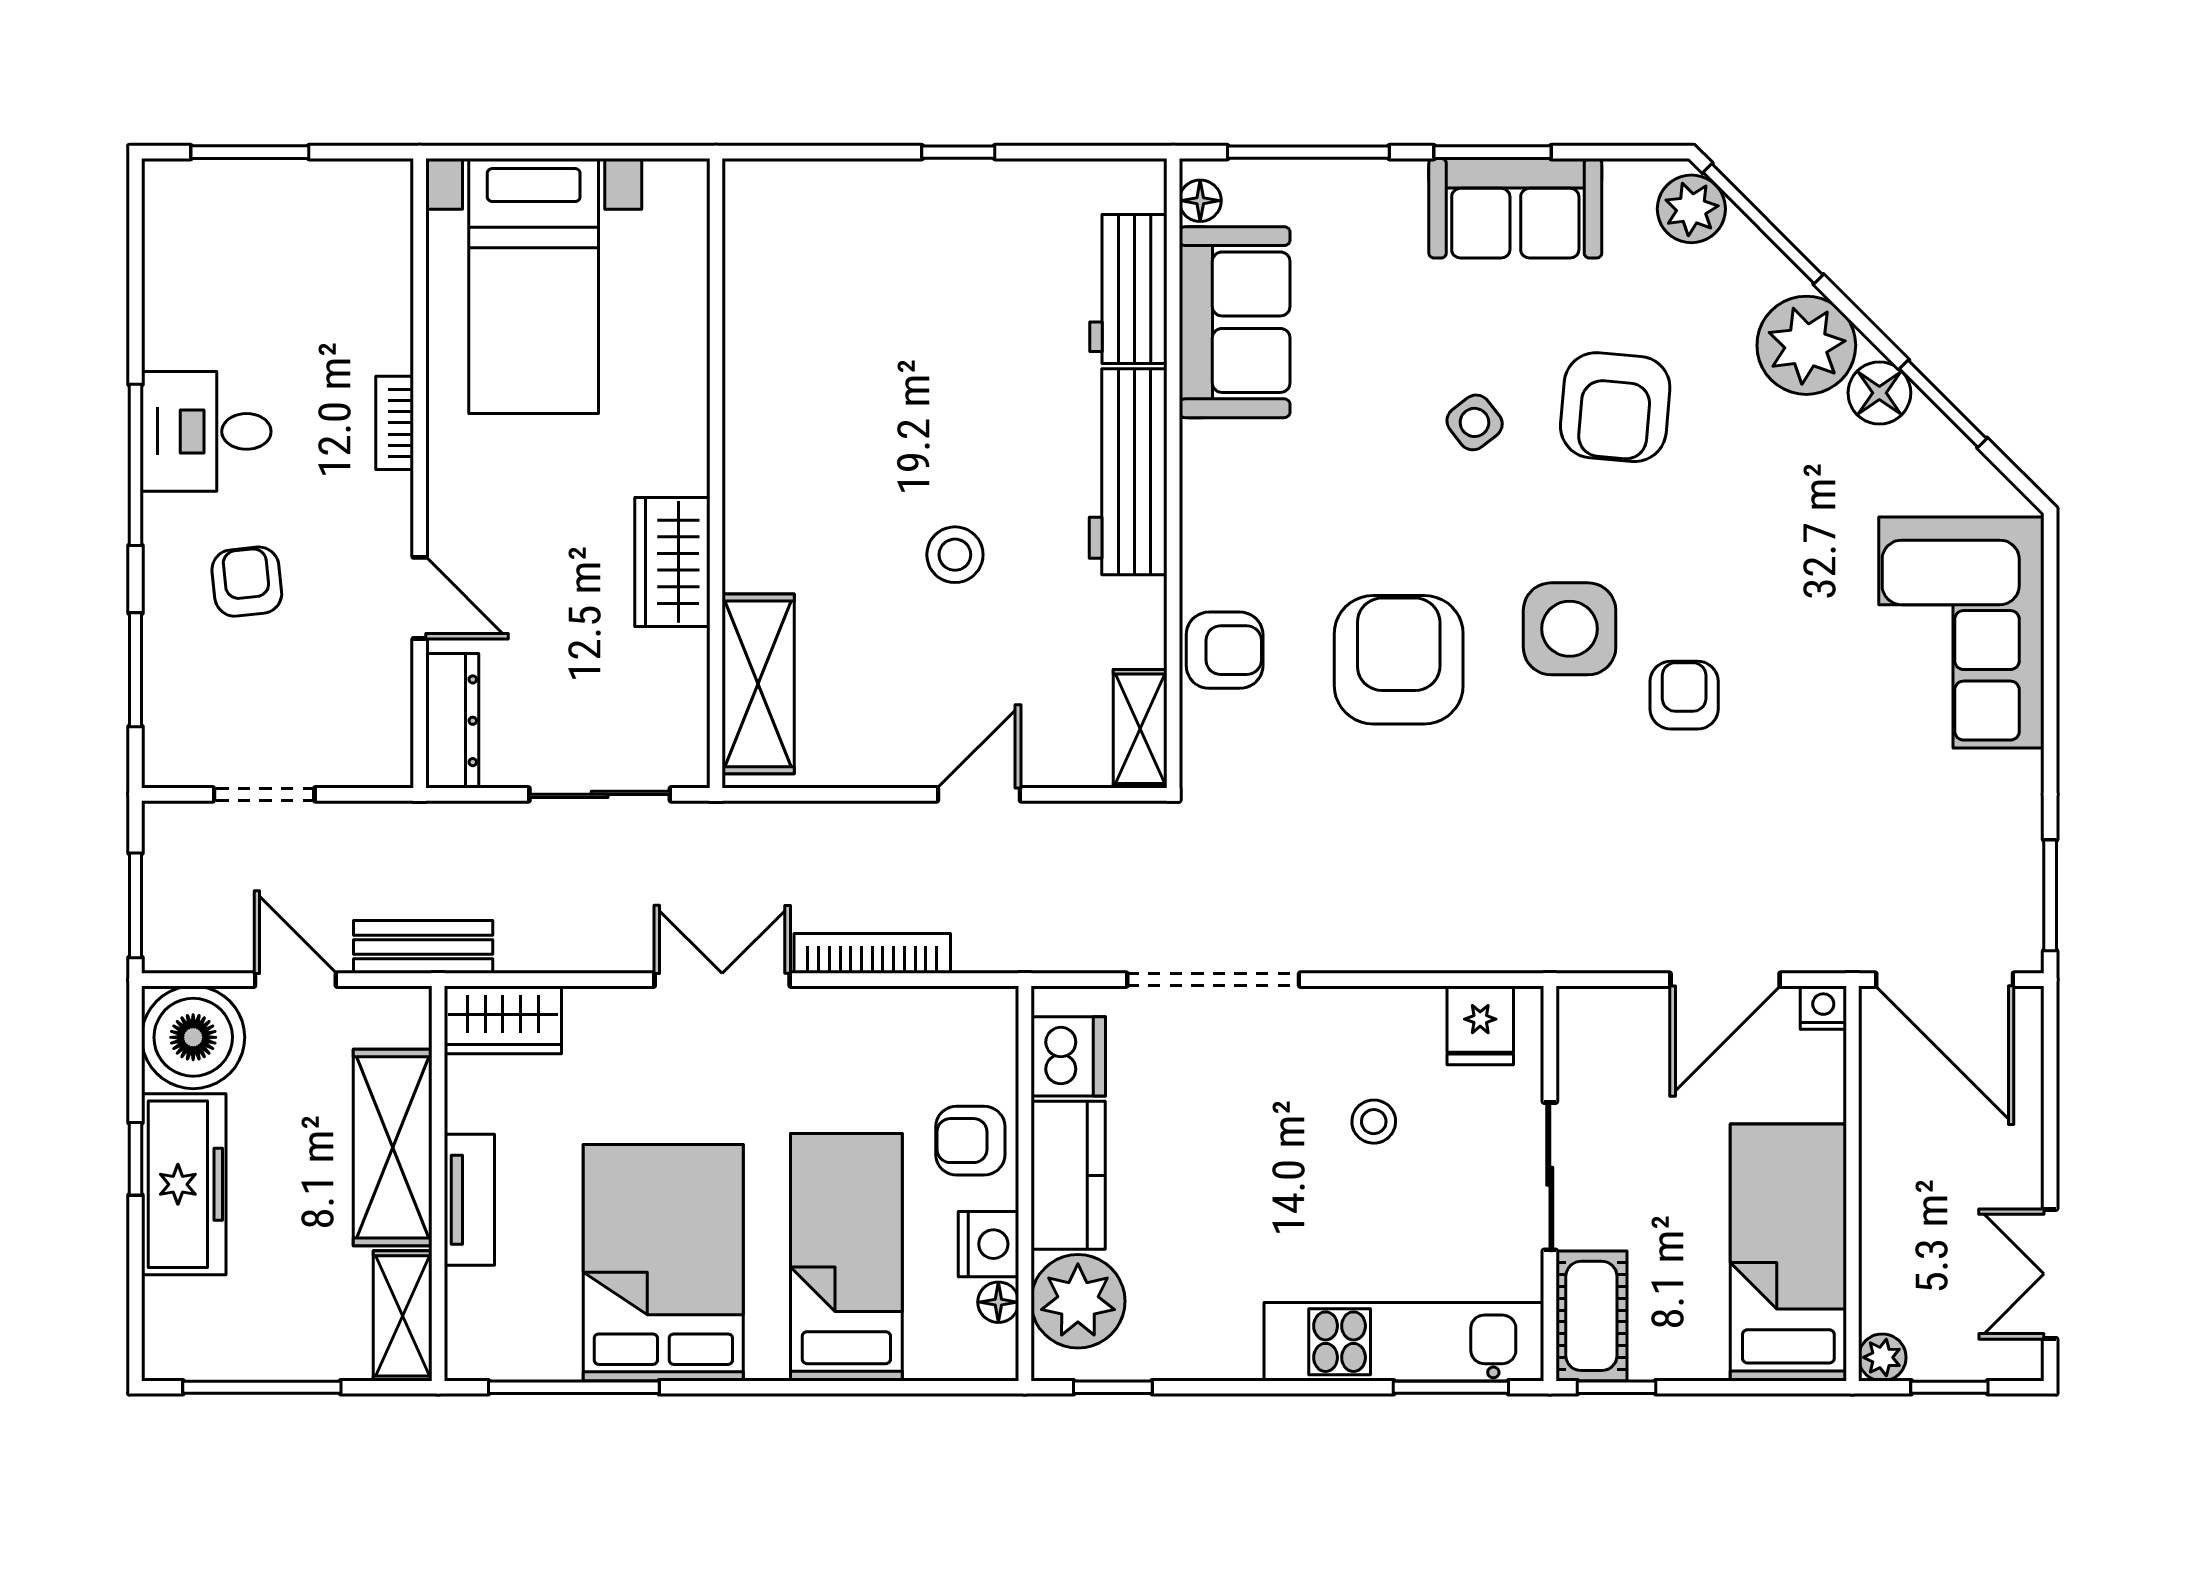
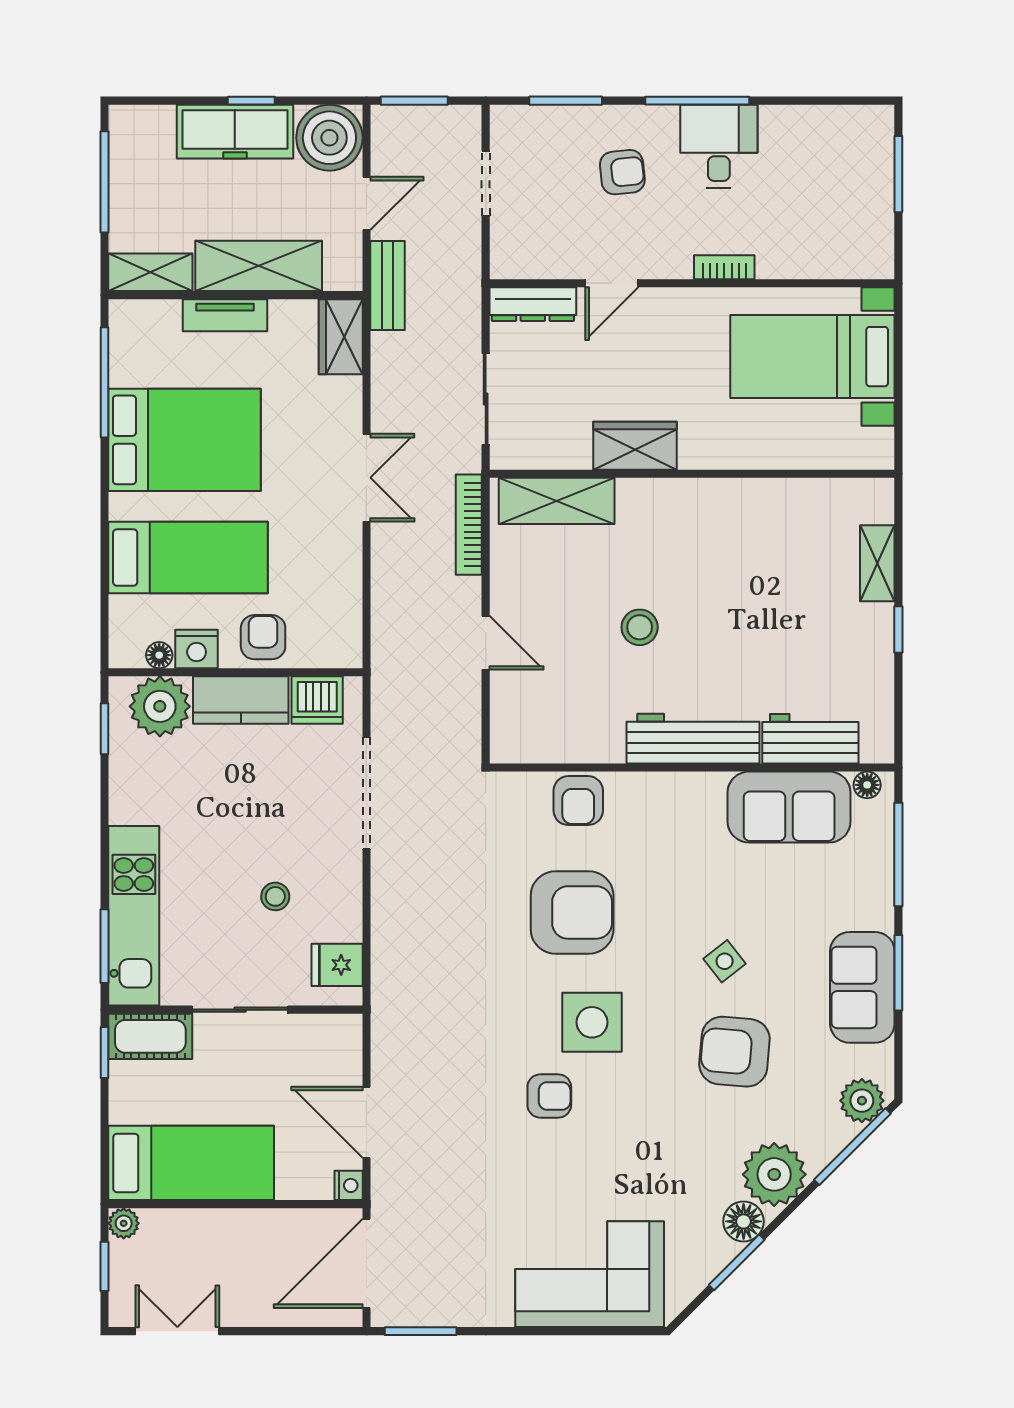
shelving: (1140, 729) -> (877, 563), moved, turned 90
bookcase: (872, 953) -> (469, 525), moved, turned 180

